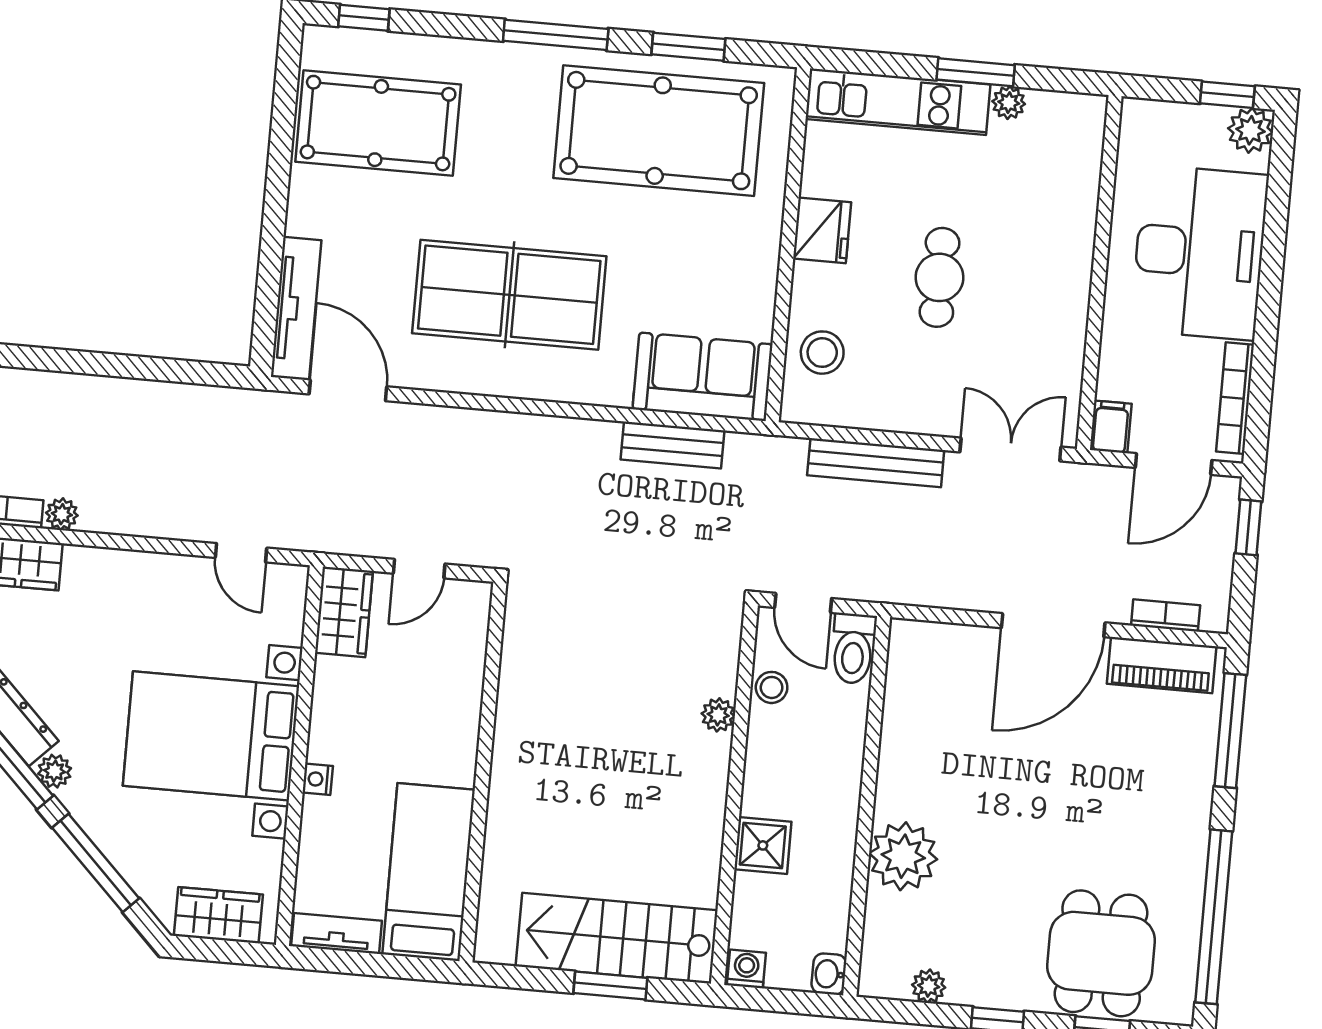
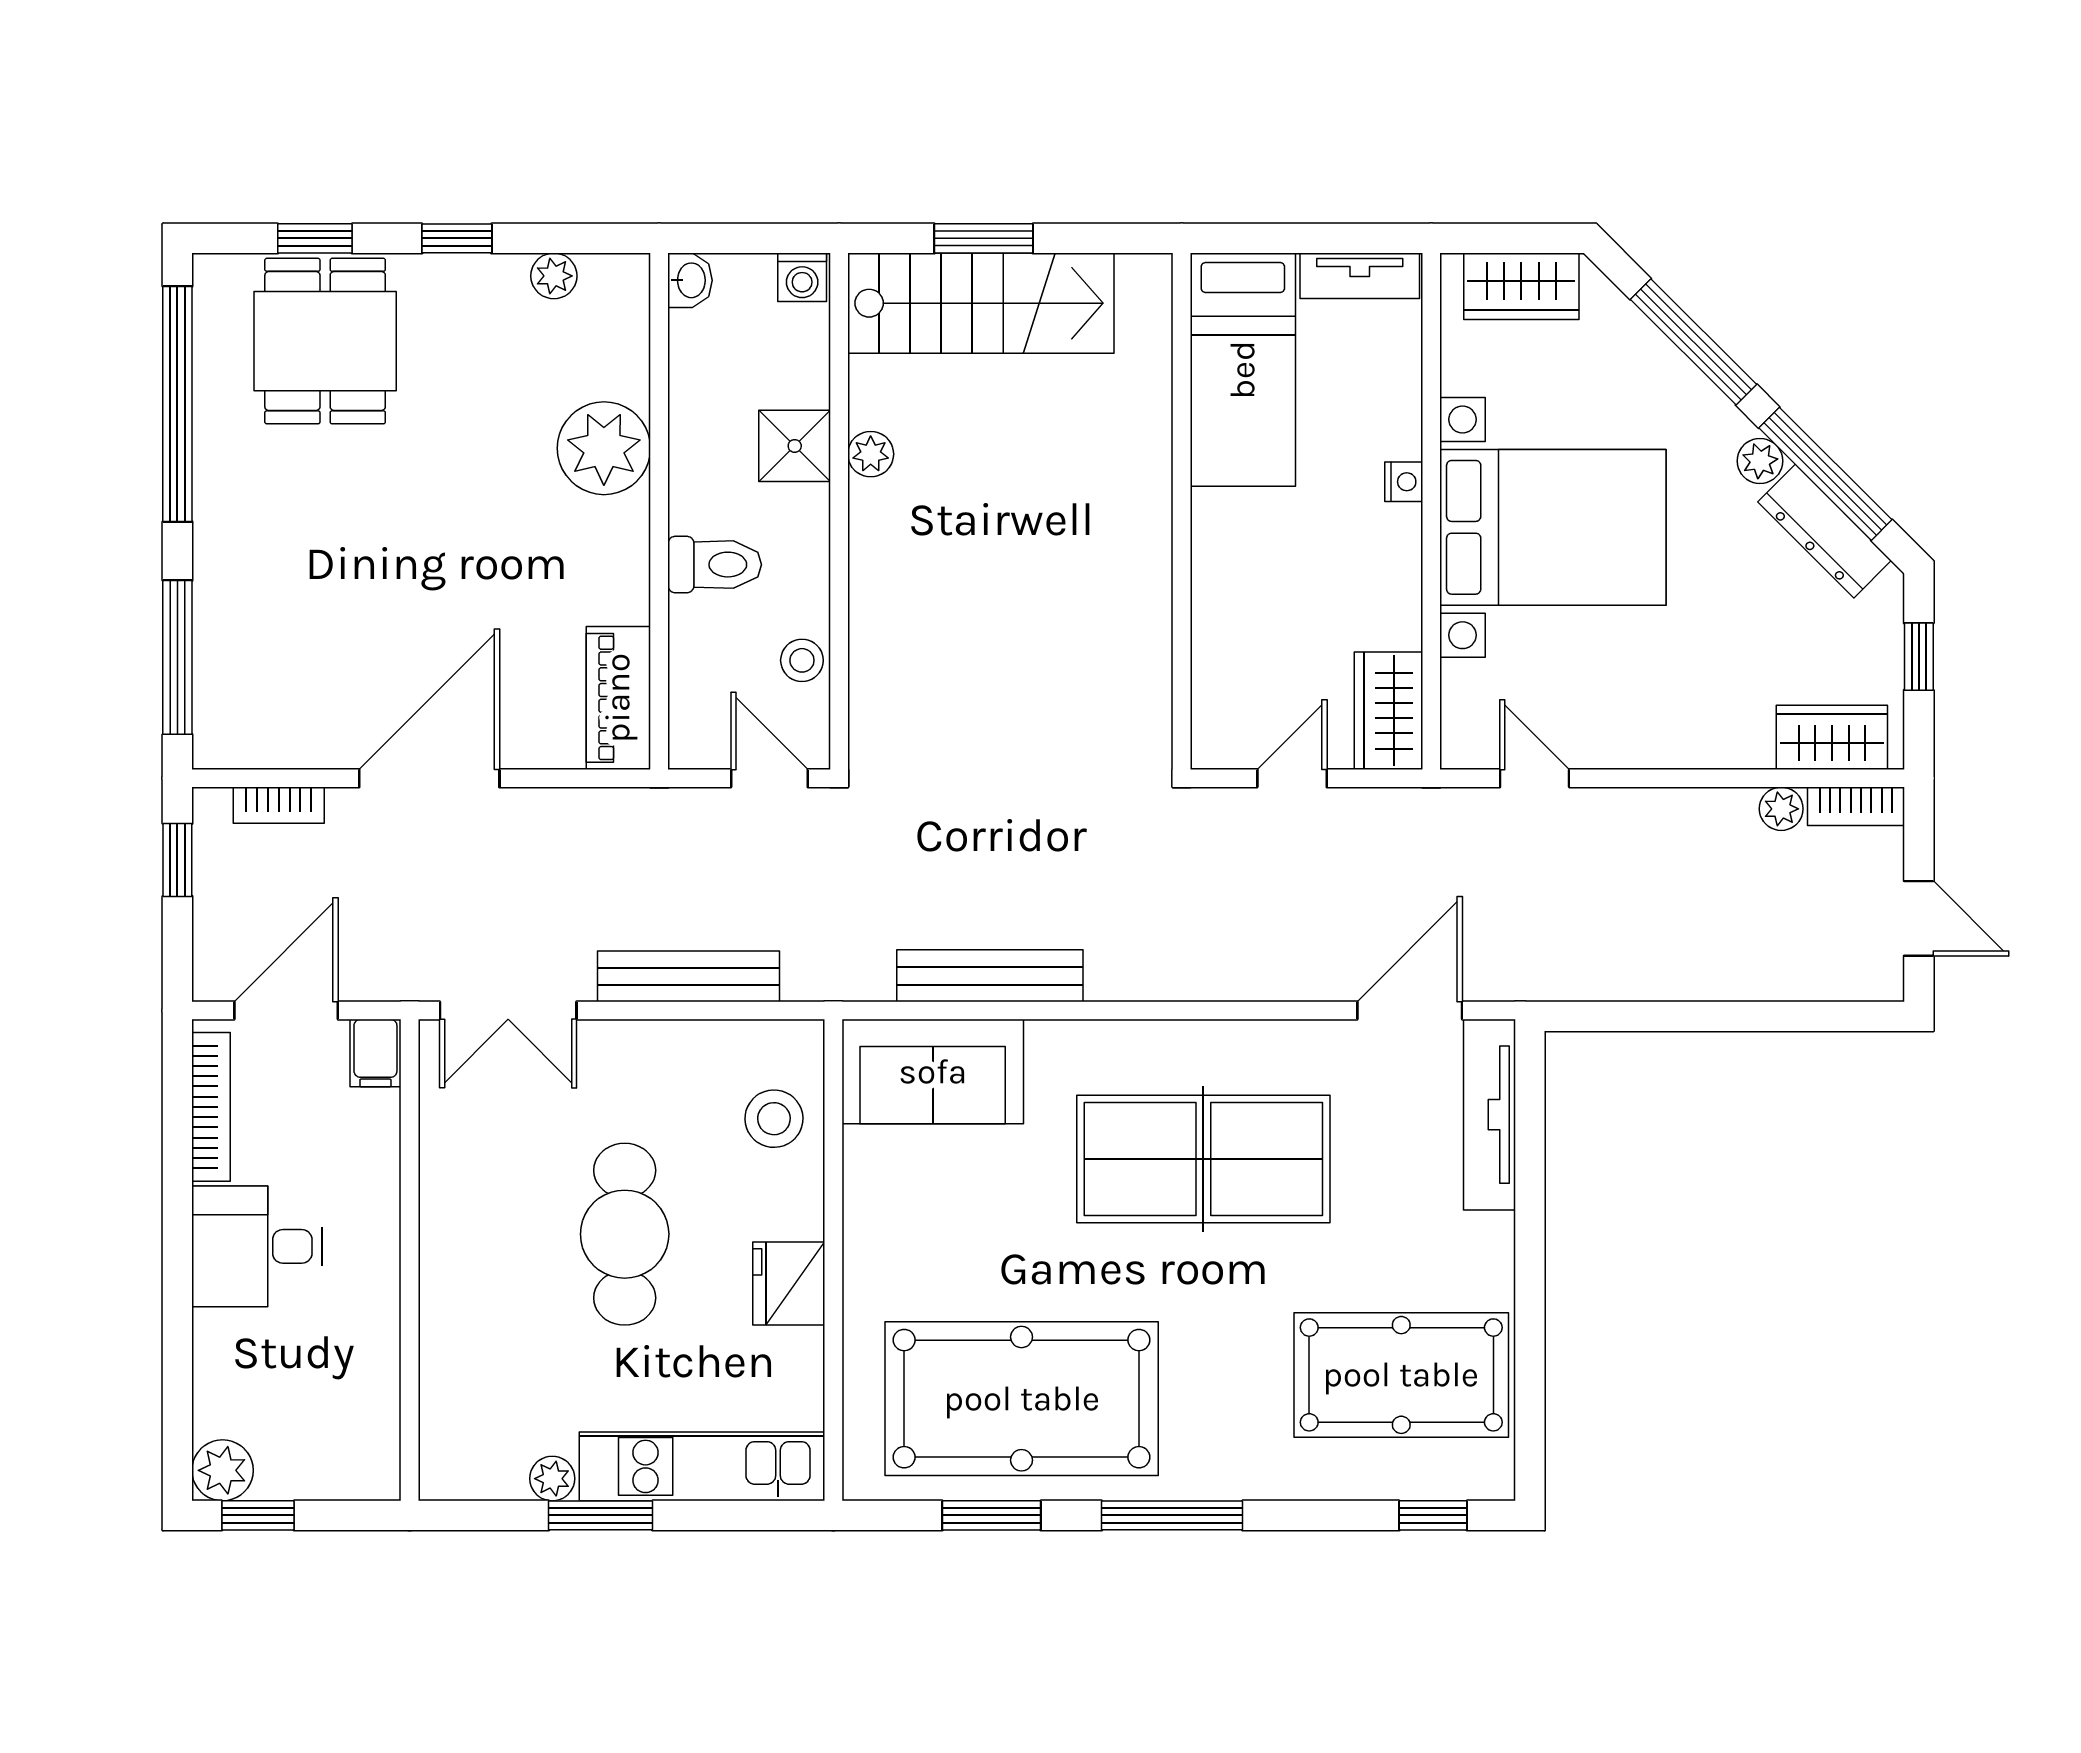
desk: (1199, 252) -> (257, 1246), width x0.53, depth x0.77
cafe table: (939, 277) -> (625, 1234), width x1.37, depth x1.35
door: (348, 390) -> (1410, 1010), swing flipped
bench: (672, 445) -> (990, 976), width x1.36
window: (1248, 527) -> (177, 860), moved
toilet: (853, 648) -> (715, 565), moved, turned 90
piano: (1162, 665) -> (618, 698), moved, turned -90
plant: (718, 715) -> (871, 454), moved

